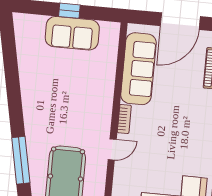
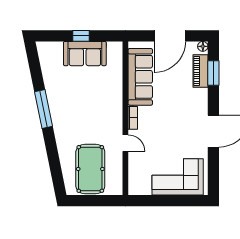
door: (112, 149) -> (125, 143), hinge flipped
window: (21, 160) -> (43, 109), moved

